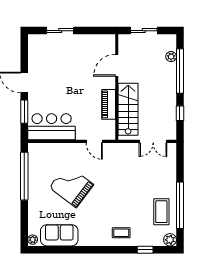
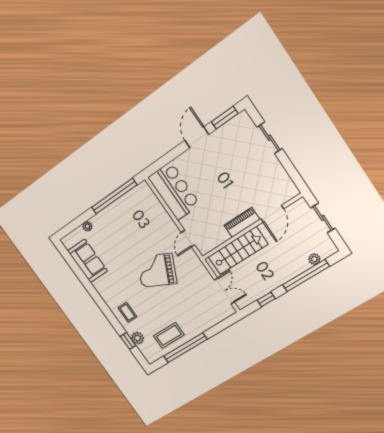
door: (117, 65) -> (272, 214), swing flipped
piano: (109, 104) -> (242, 222), moved
window: (24, 112) -> (225, 118), moved
double door: (153, 141) -> (224, 291), swing flipped
grand piano: (71, 186) -> (157, 270), moved, turned -101
plant: (33, 240) -> (87, 226), moved
plant: (170, 240) -> (138, 338), moved

